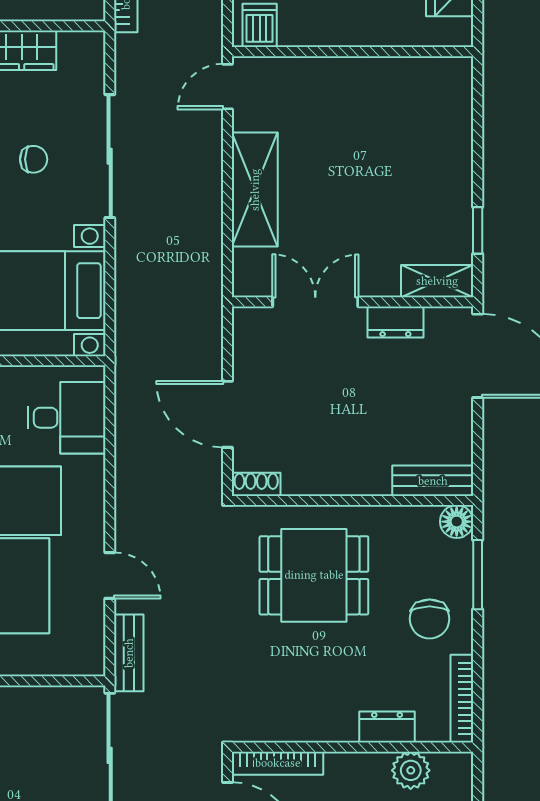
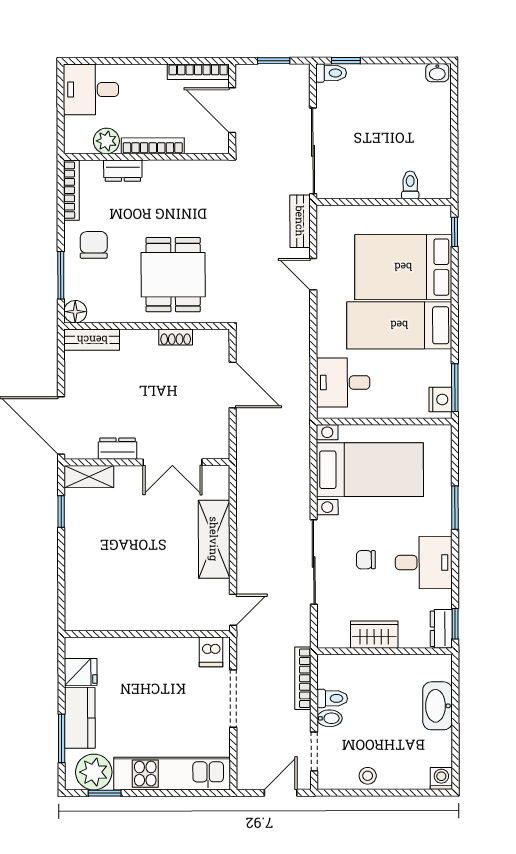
shoe rack: (256, 484) -> (176, 337), moved
dining table: (314, 575) -> (173, 275), turned 90
bookcase: (278, 763) -> (153, 146), moved

